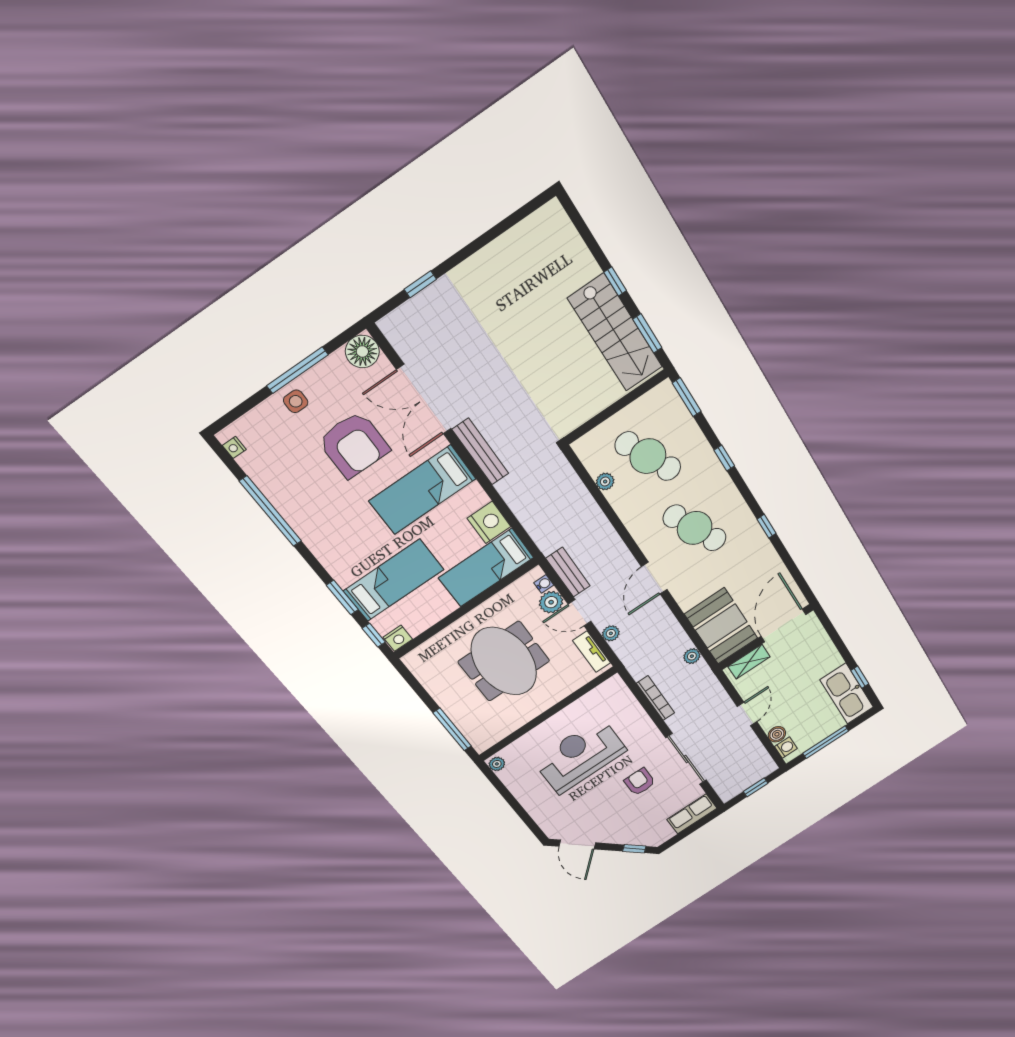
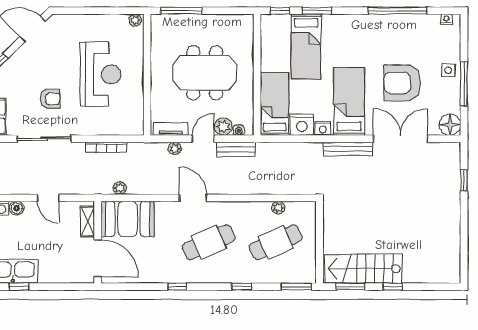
nightstand: (398, 638) -> (323, 128), moved, turned -90

